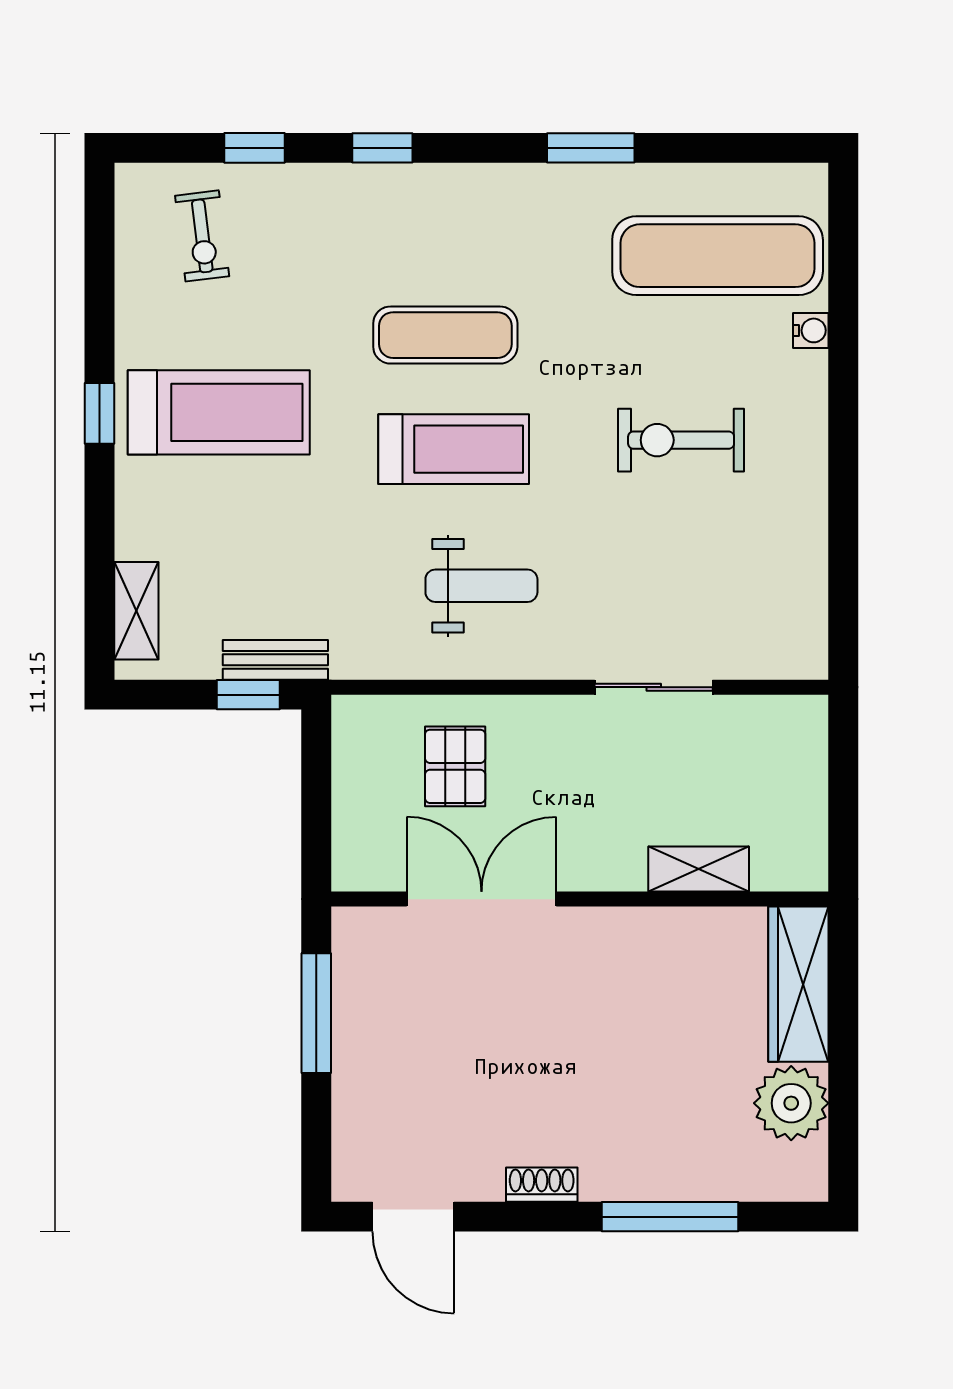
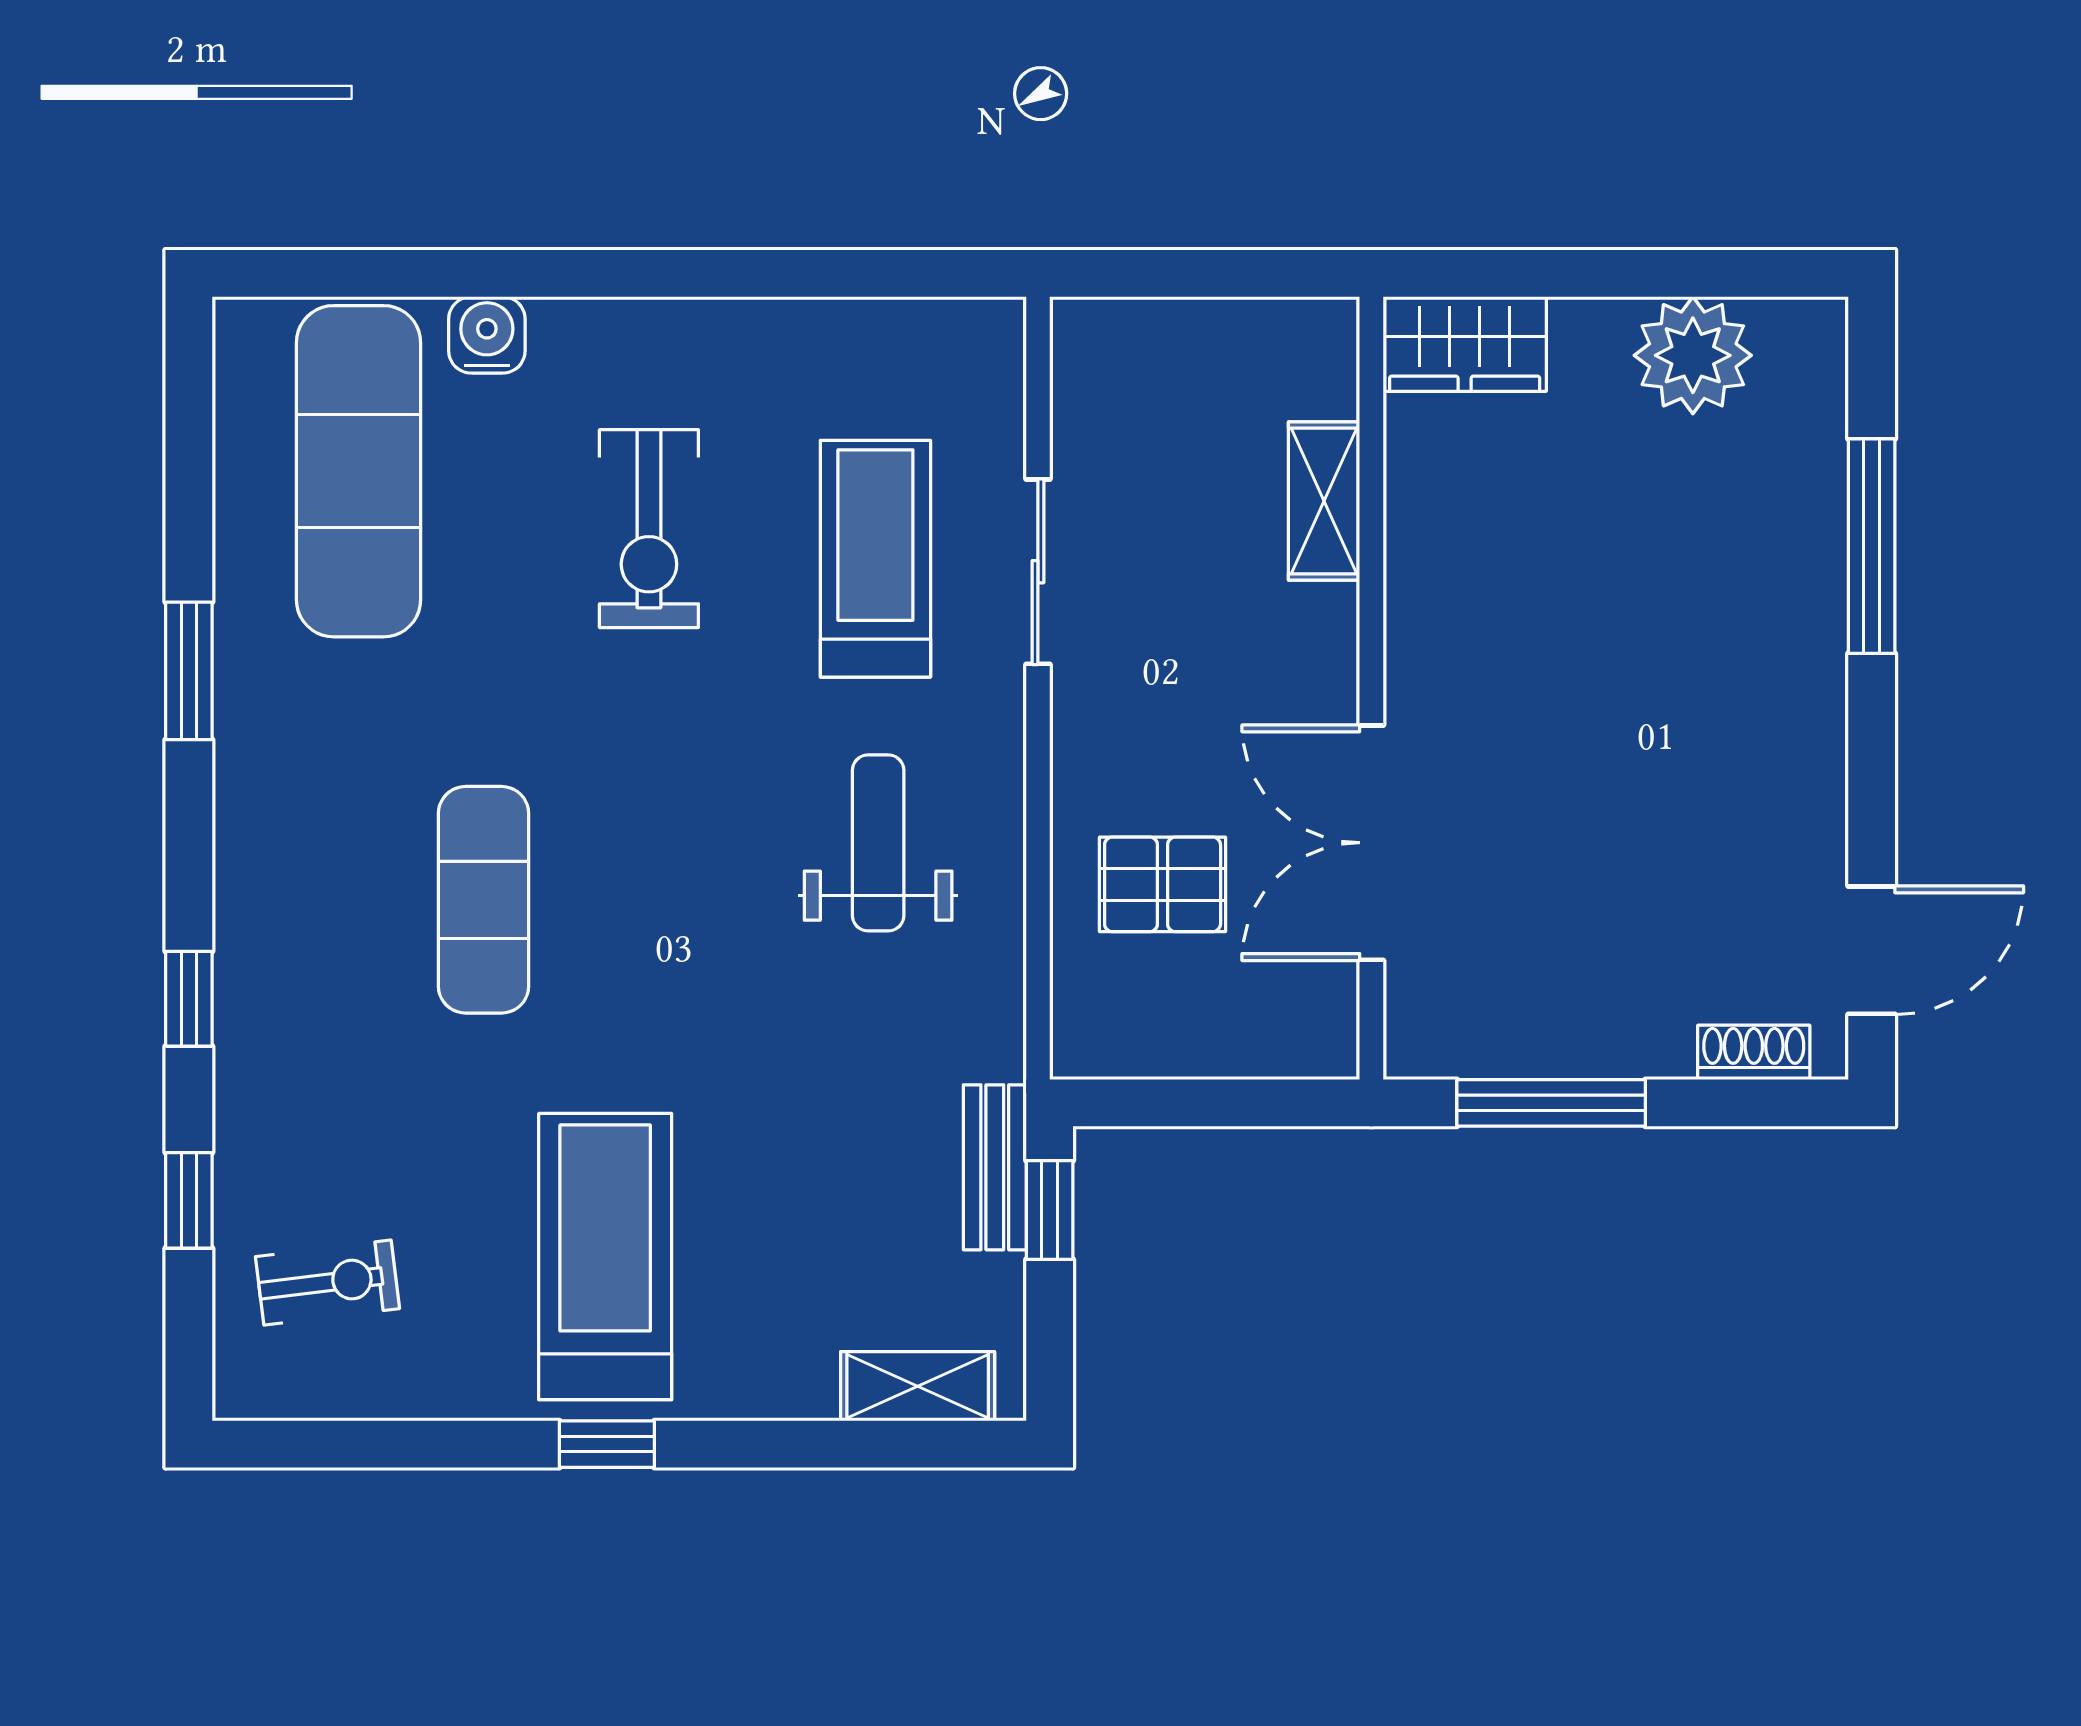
water cooler: (811, 330) -> (487, 335), width x1.38, depth x1.38
treadmill: (454, 449) -> (875, 559), moved
wardrobe: (798, 984) -> (1465, 344), width x0.67
shoe rack: (542, 1185) -> (1754, 1052), moved, turned 90

